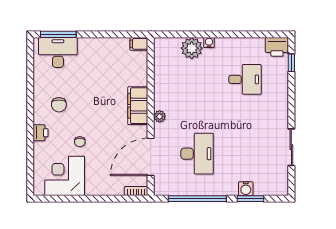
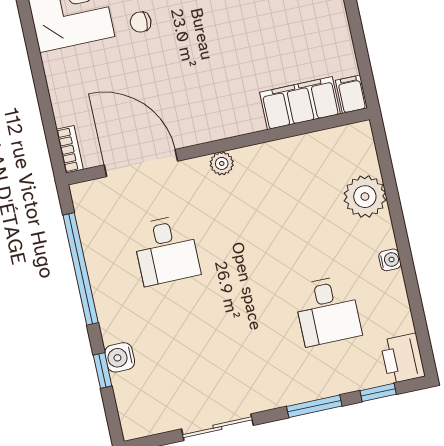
water cooler: (209, 43) -> (390, 260), moved
window: (291, 96) -> (314, 406), added
filing cabinet: (138, 106) -> (300, 103), moved
desk: (197, 154) -> (166, 250), width x0.73
window: (251, 199) -> (103, 371), width x0.67

